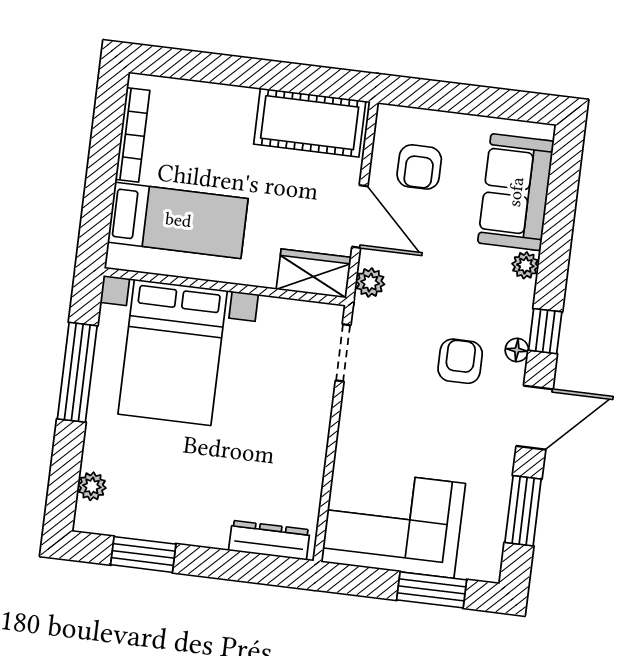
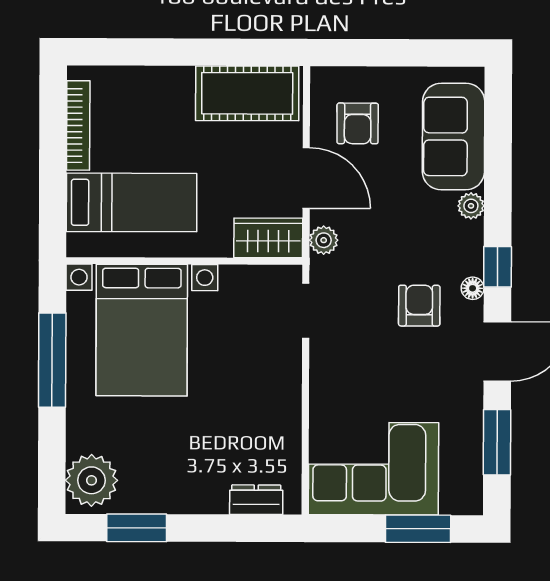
plant: (92, 486) -> (91, 480), width x1.87, depth x1.87
dresser: (269, 540) -> (256, 500), width x0.70

